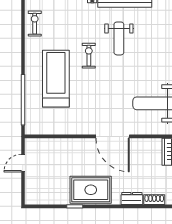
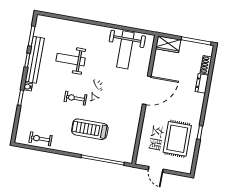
weight bench: (119, 38) -> (71, 60), moved, turned 180
treadmill: (56, 79) -> (90, 129), width x0.73, depth x0.73
rug: (91, 190) -> (177, 139), moved

